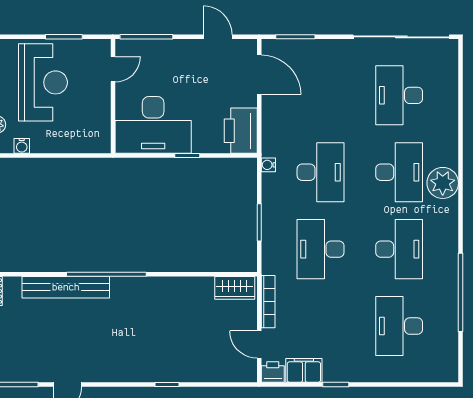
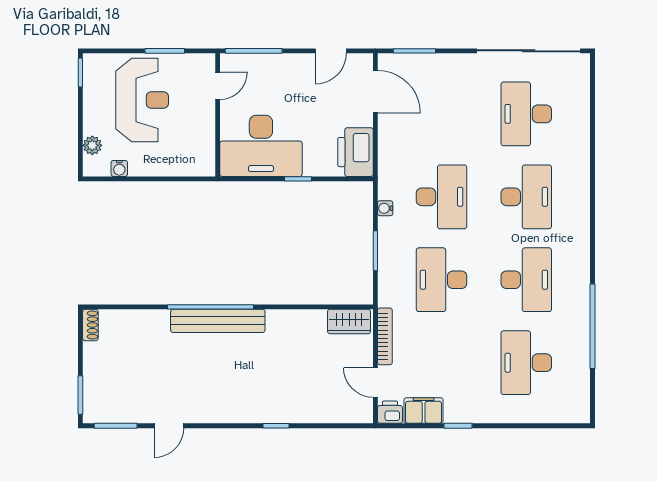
door: (218, 37) -> (331, 51), swing flipped
water cooler: (268, 165) -> (385, 208), moved
plant: (443, 183) -> (573, 208), removed
bench: (66, 287) -> (218, 321), moved

